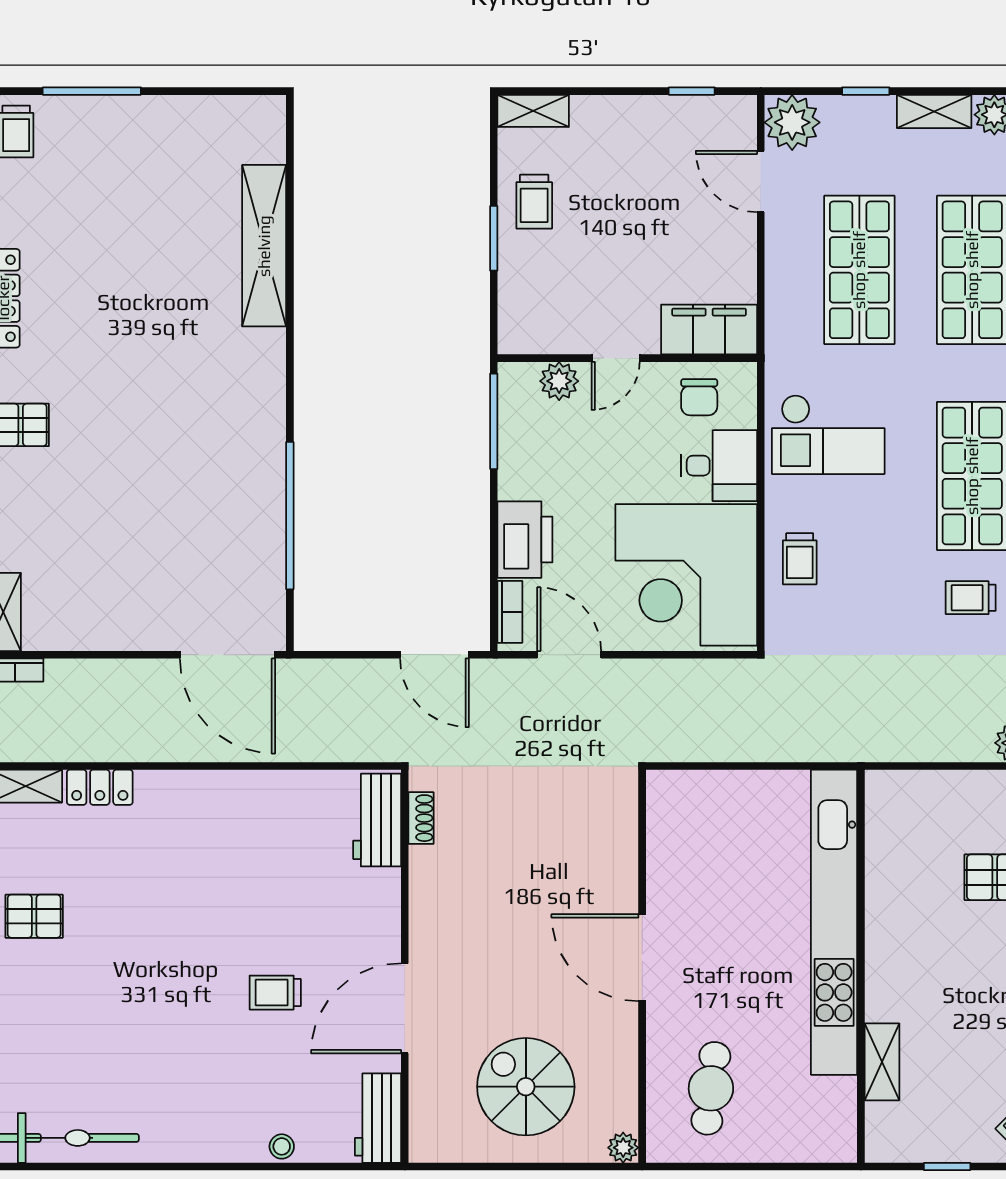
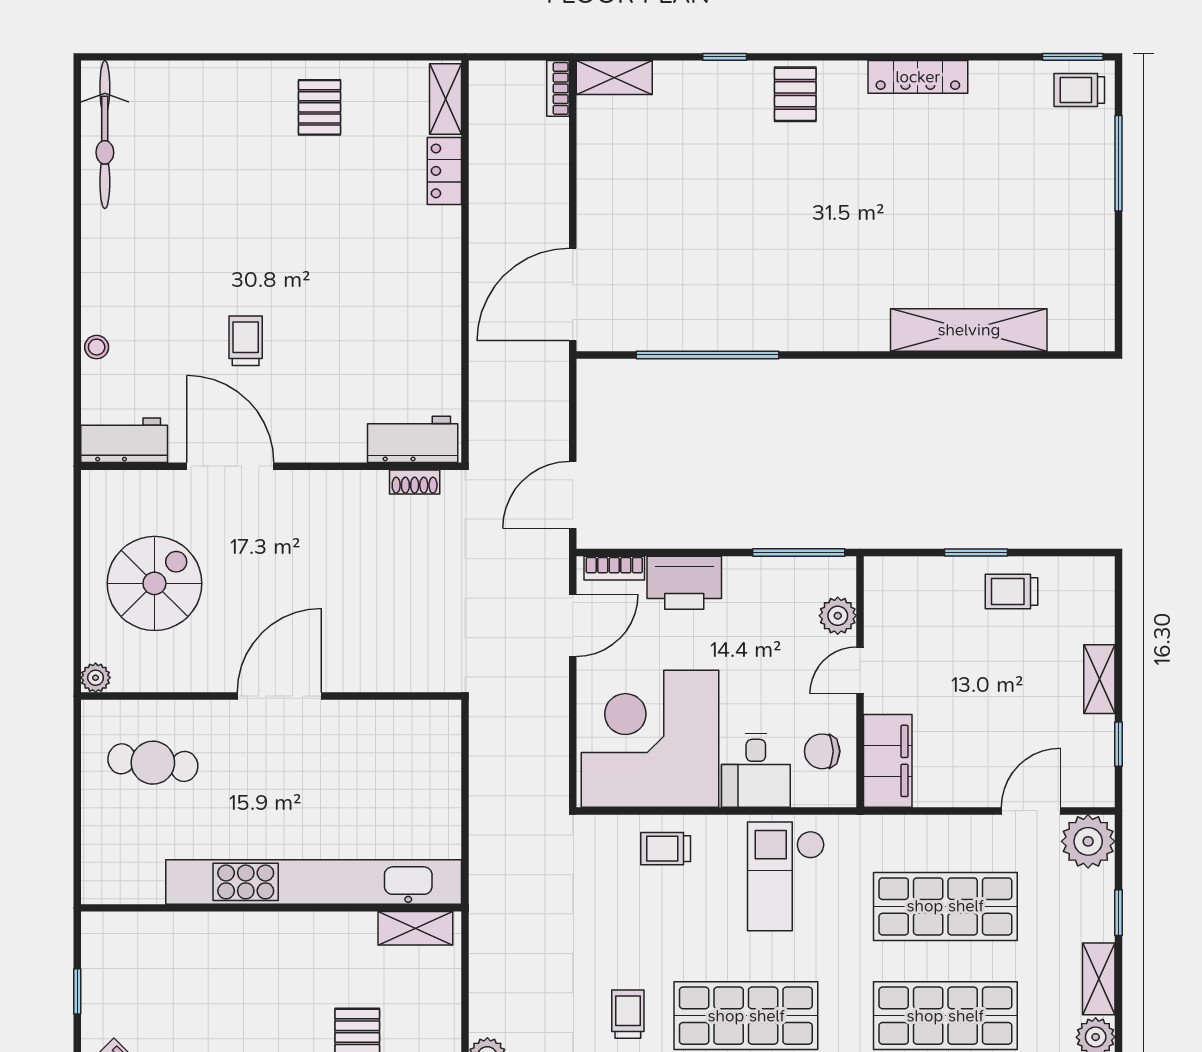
shelving: (533, 111) -> (1099, 679), moved
door: (616, 358) -> (860, 670), hinge flipped
shelving: (882, 1062) -> (415, 928), moved

